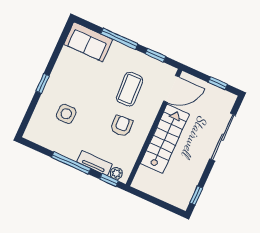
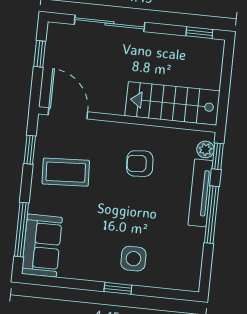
window: (119, 39) -> (22, 230), moved
coffee table: (130, 89) -> (66, 172), moved
side table: (66, 114) -> (133, 259), moved
stairs: (165, 139) -> (172, 103), moved
tv unit: (95, 163) -> (200, 193), width x1.41

